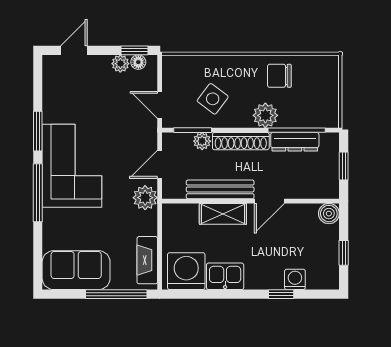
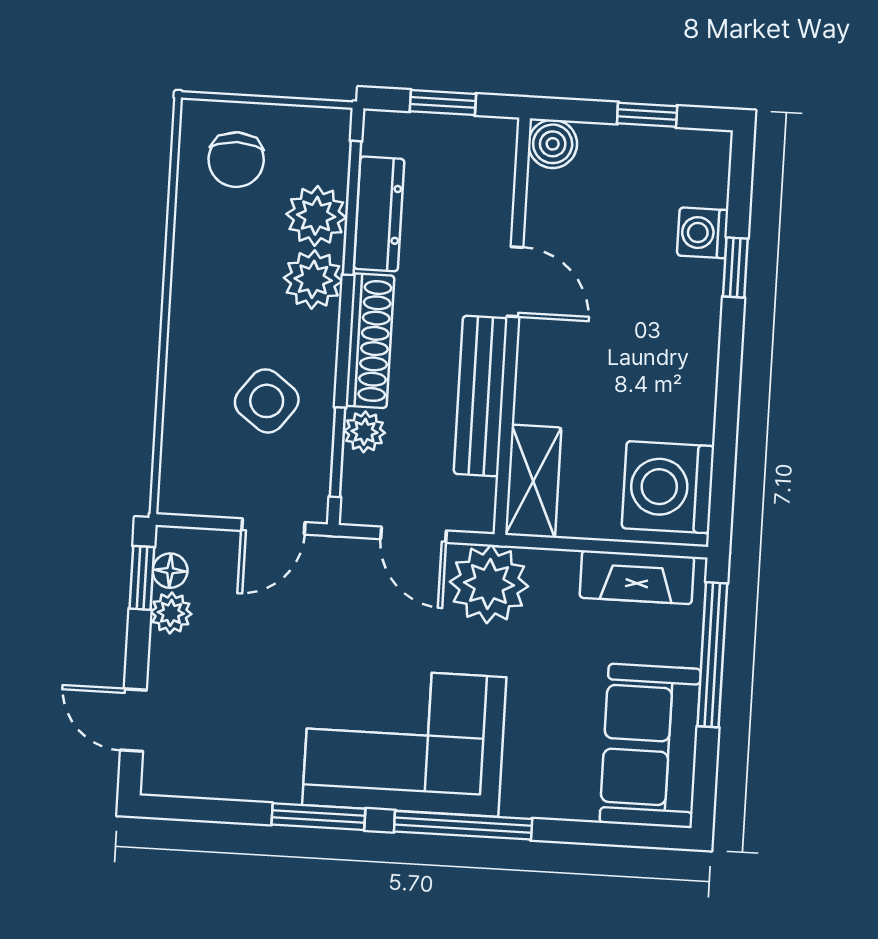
chair: (279, 76) -> (236, 160), moved
plant: (292, 115) -> (316, 216), added
plant: (145, 198) -> (489, 584), width x1.36, depth x1.36
shelving: (223, 214) -> (533, 481), moved
kitchen sink: (225, 276) -> (686, 397), removed

